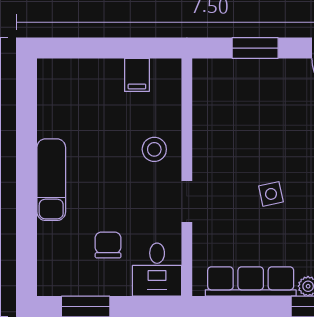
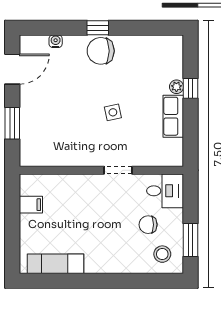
stool: (154, 149) -> (162, 254), moved
exam couch: (51, 180) -> (55, 264), moved
row of seats: (251, 282) -> (173, 116), width x0.68

